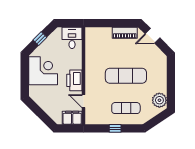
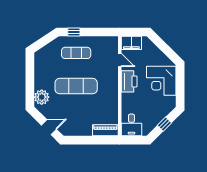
piano: (125, 33) -> (105, 130), moved
corner desk: (43, 71) -> (161, 81), moved
plant: (159, 100) -> (42, 97), moved
window: (115, 128) -> (74, 32), moved

